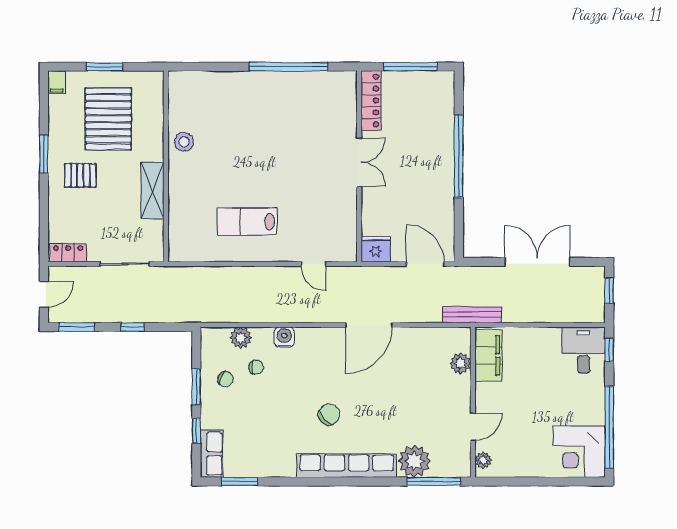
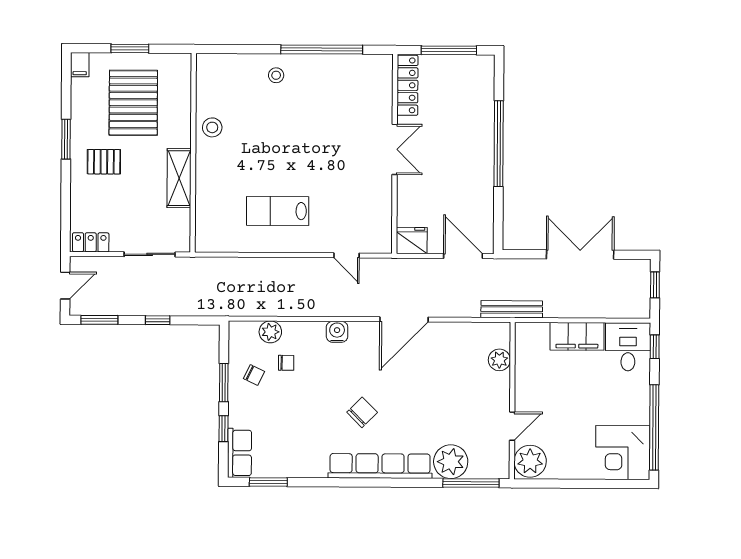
stool: (245, 92) -> (276, 75), added
water cooler: (284, 337) -> (337, 332), moved
filing cabinet: (488, 355) -> (577, 336), moved, turned 90
plant: (483, 460) -> (530, 461), width x1.87, depth x1.87

